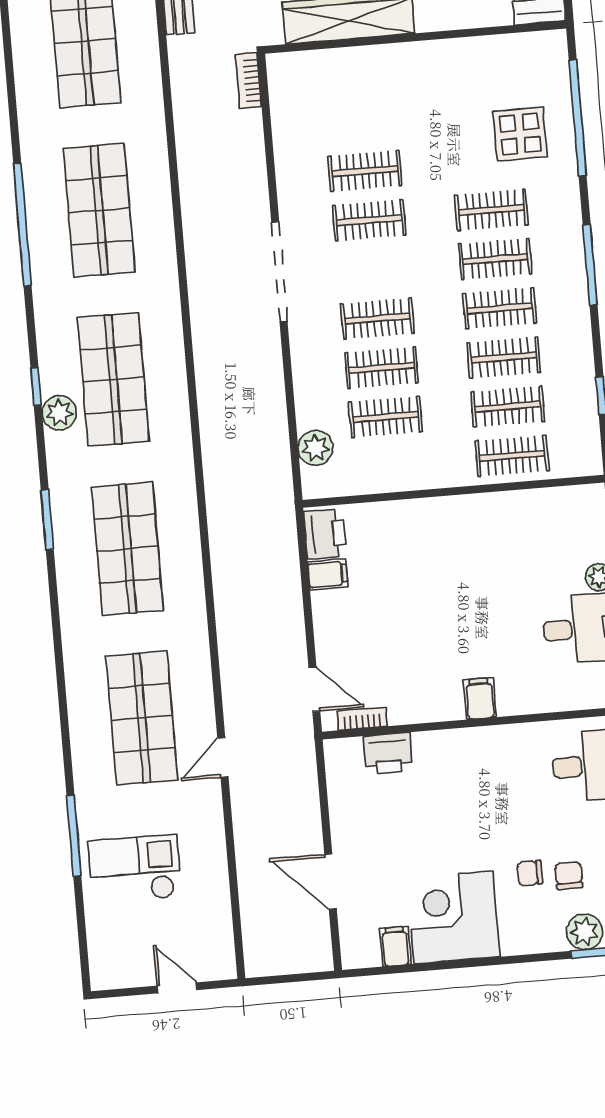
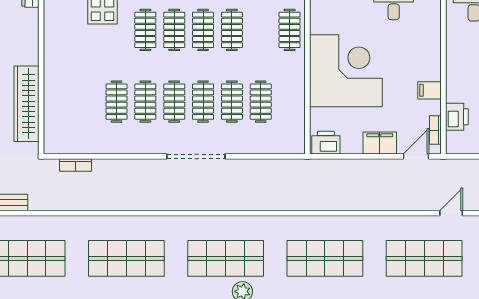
bookcase: (249, 81) -> (76, 165), moved
doorway: (279, 272) -> (196, 156), moved
clothes rail: (508, 407) -> (174, 102), moved
plant: (315, 448) -> (275, 144), removed
corner desk: (450, 557) -> (346, 71), added
filing cabinet: (328, 574) -> (380, 143), moved, width x2.00
filing cabinet: (480, 699) -> (430, 90), moved
door: (223, 757) -> (451, 213), swing flipped

